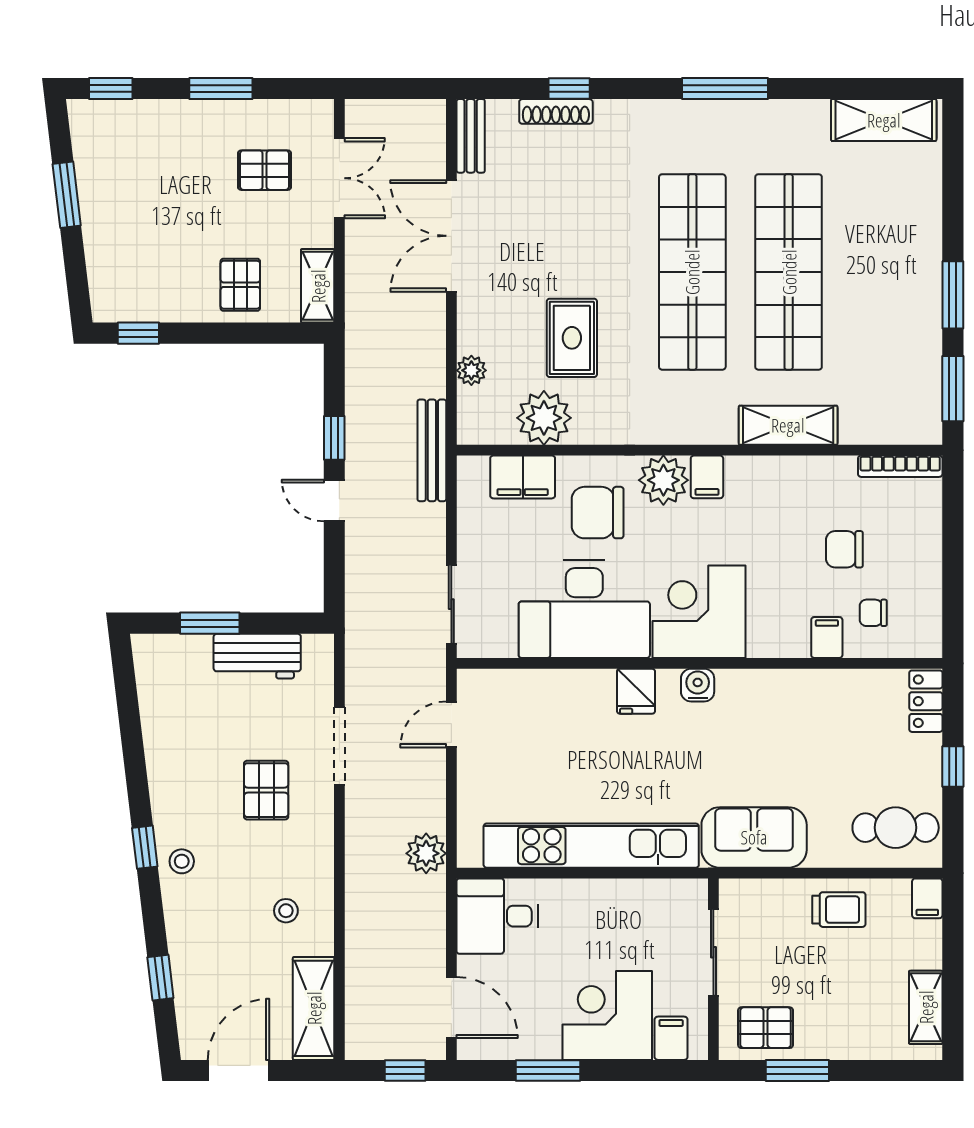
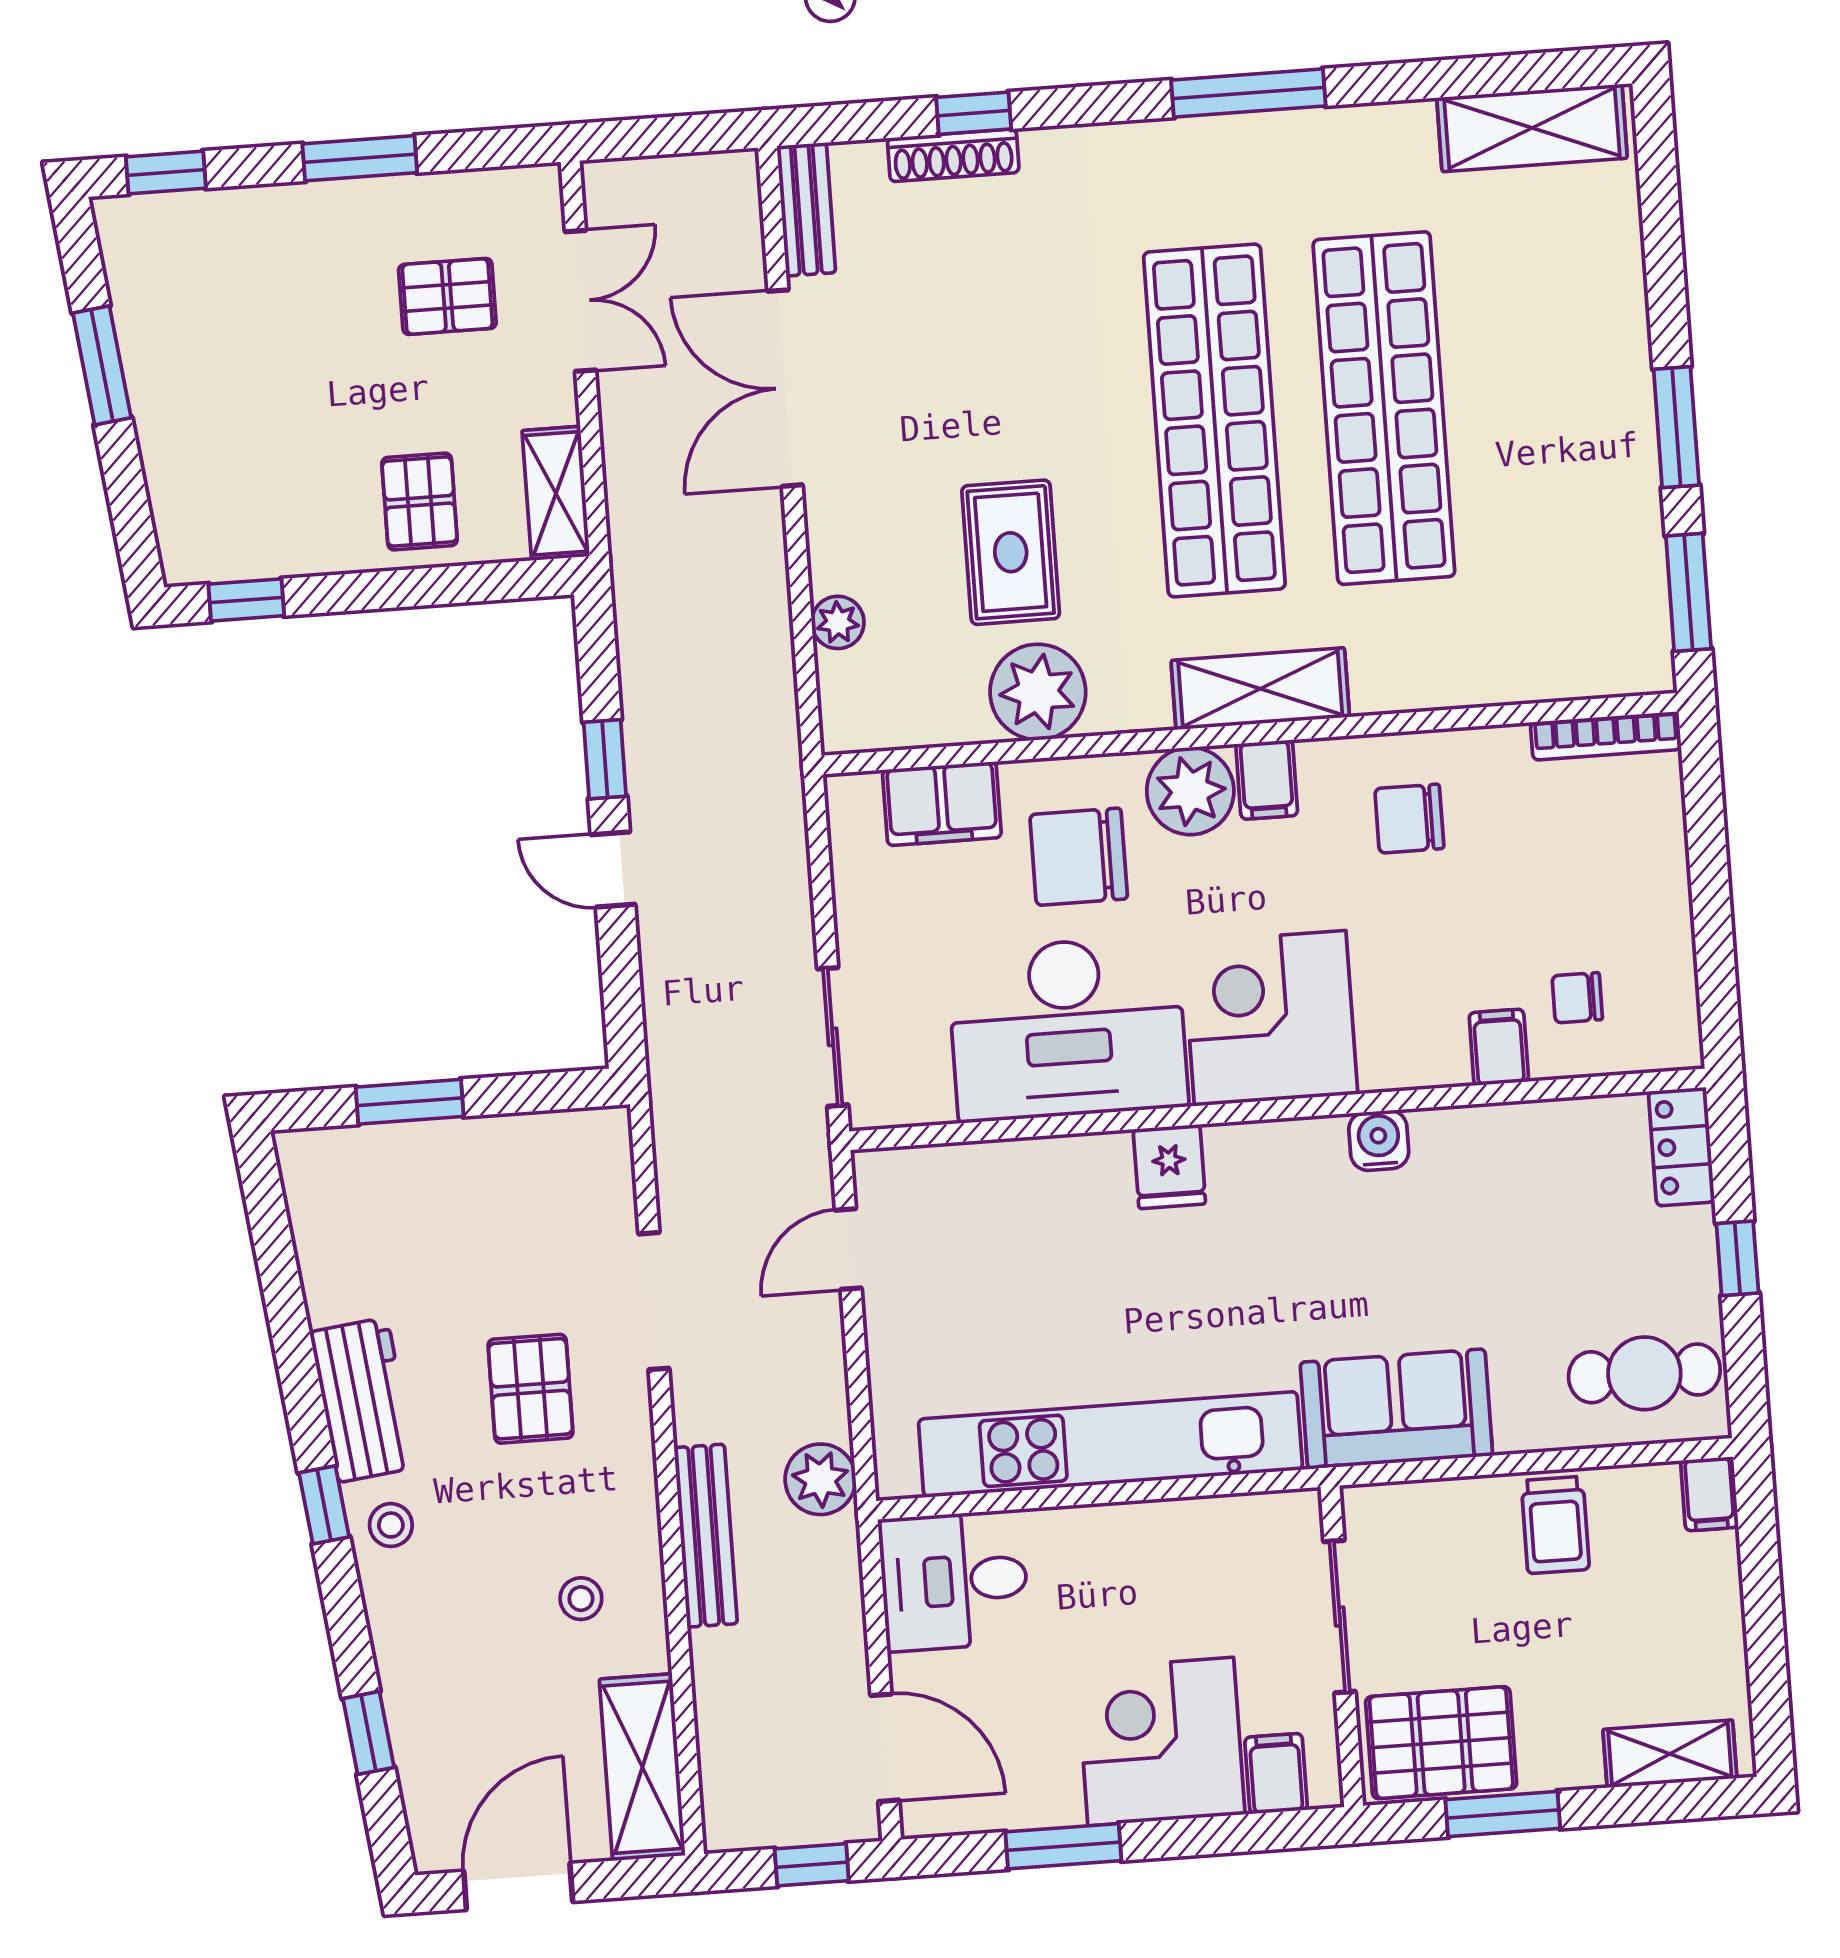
plant: (544, 418) -> (1038, 692), moved
shelving: (788, 425) -> (1260, 689), moved
bench: (432, 450) -> (706, 1536), moved
chair: (844, 549) -> (1409, 819), moved
workbench: (257, 656) -> (363, 1400), moved, turned -97
water cooler: (698, 685) -> (1379, 1140), moved
trolley: (839, 910) -> (1555, 1525), turned 90
shelving: (926, 1007) -> (1670, 1754), moved, turned 90
pallet: (766, 1028) -> (1441, 1743), width x1.50, depth x1.42

